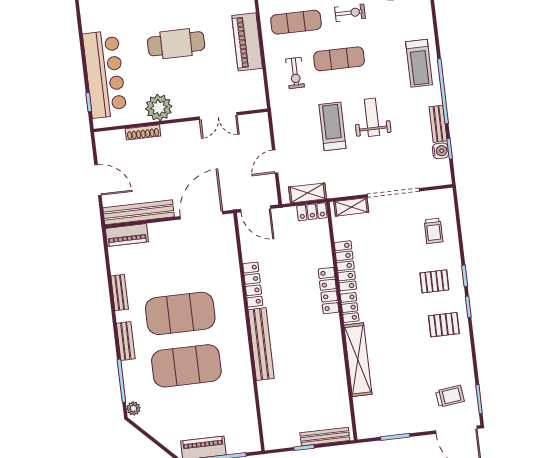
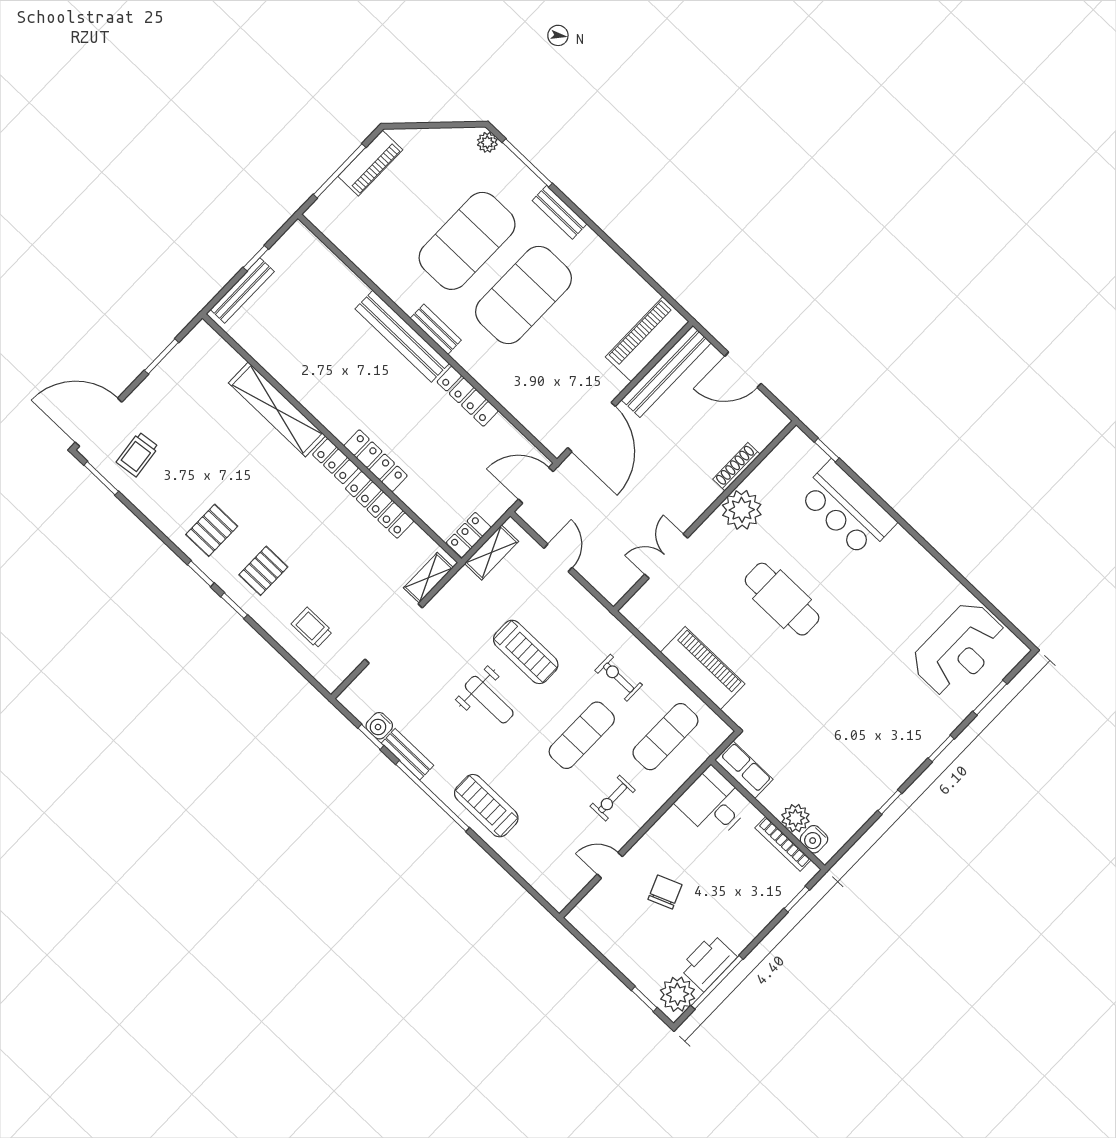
cafe table: (176, 44) -> (782, 599), turned 90
bar counter: (105, 74) -> (847, 509), width x0.73
piano: (127, 235) -> (647, 339), width x1.37, depth x1.33
bench: (120, 293) -> (436, 329), moved

